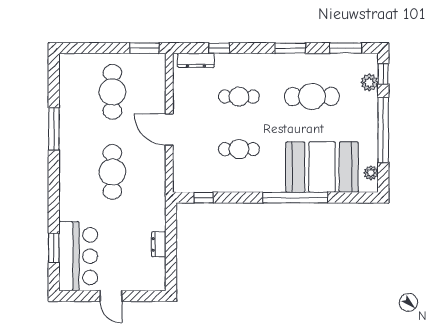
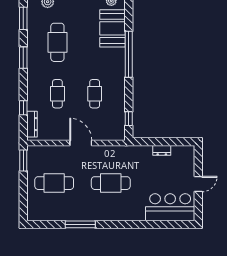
door: (169, 130) -> (81, 143), swing flipped
booth: (322, 167) -> (113, 28), width x0.73, depth x0.70
window: (54, 248) -> (164, 224), removed

